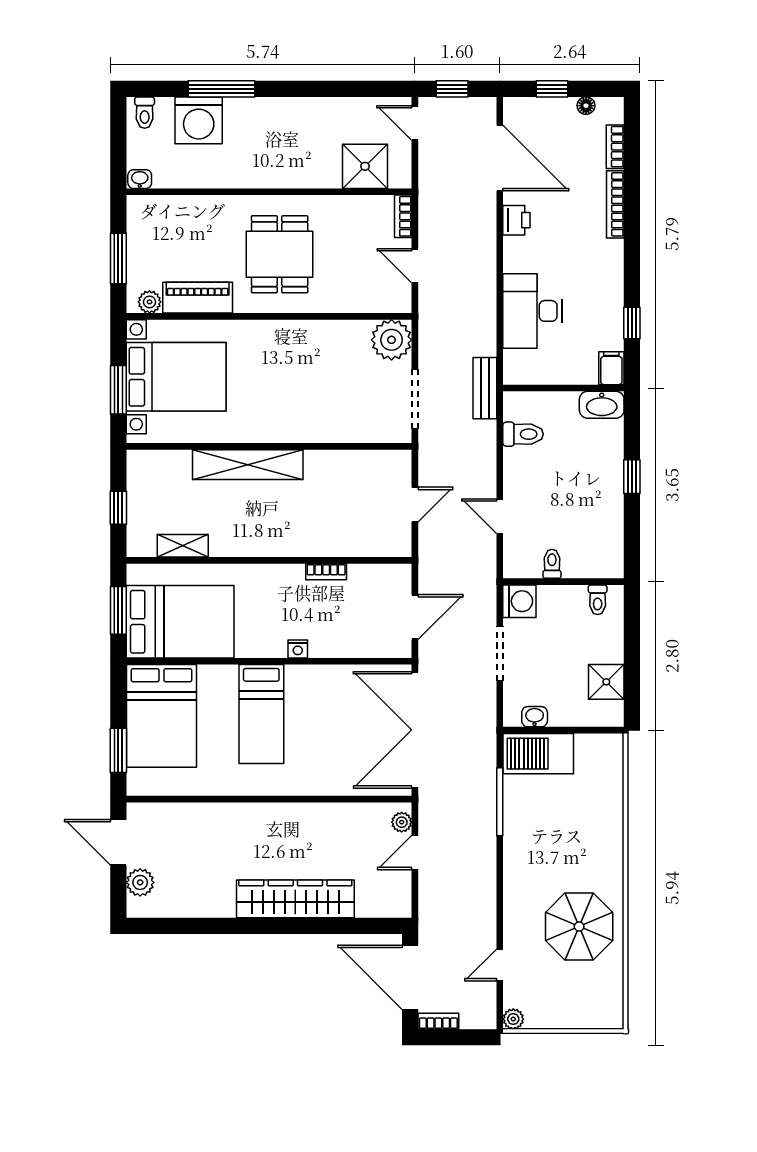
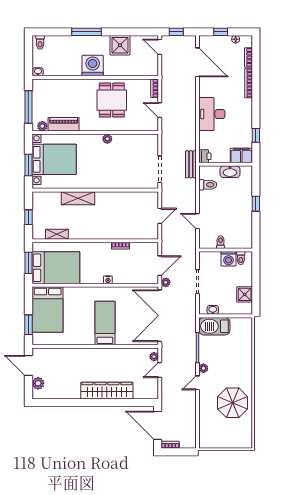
window: (222, 89) -> (87, 32), moved
washing machine: (199, 120) -> (93, 66), moved, turned 180
shower: (365, 166) -> (120, 45), moved
printer: (516, 220) -> (205, 156), moved
dining table: (280, 254) -> (112, 100), moved
window: (118, 258) -> (28, 107), width x1.44
desk: (532, 311) -> (212, 114), moved
plant: (392, 340) -> (107, 139), moved, width x0.53, depth x0.53
filing cabinet: (611, 368) -> (241, 156), width x2.00
washbasin: (602, 405) -> (230, 172), moved
shelving: (248, 465) -> (78, 198), width x0.68
washing machine: (519, 601) -> (228, 259), moved, turned 90
plant: (428, 655) -> (166, 282), added
bed: (261, 714) -> (105, 323), moved, turned 180
door: (500, 965) -> (197, 383), moved
plant: (513, 1019) -> (203, 368), moved

